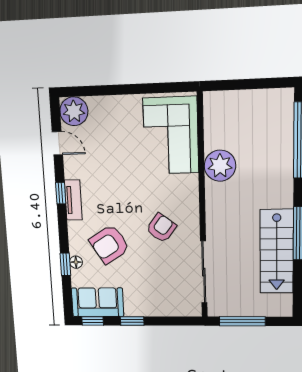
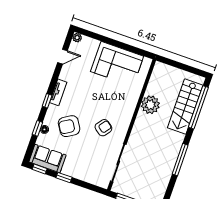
plant: (74, 111) -> (77, 38), width x0.53, depth x0.53
corner sofa: (171, 135) -> (117, 64), moved, turned -90
door: (57, 143) -> (63, 57), hinge flipped
window: (61, 193) -> (47, 101), moved
stairs: (277, 252) -> (185, 106), moved

